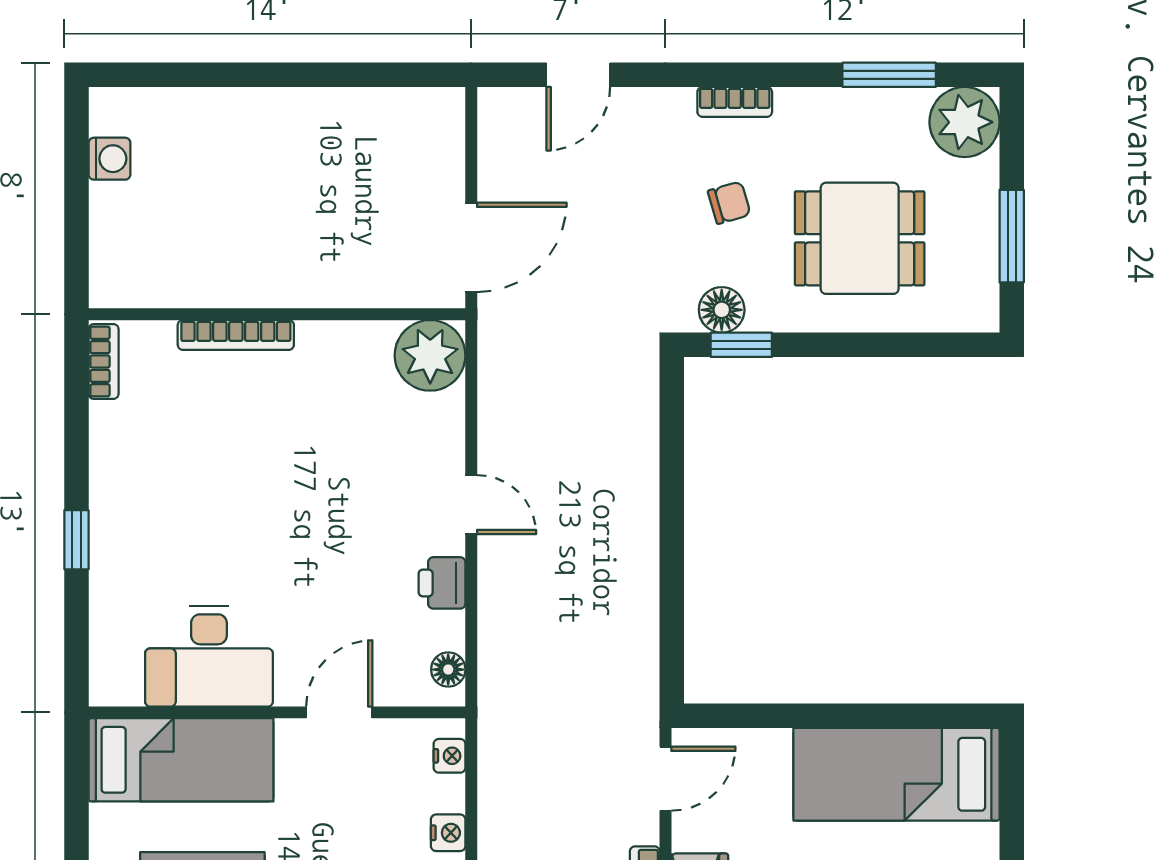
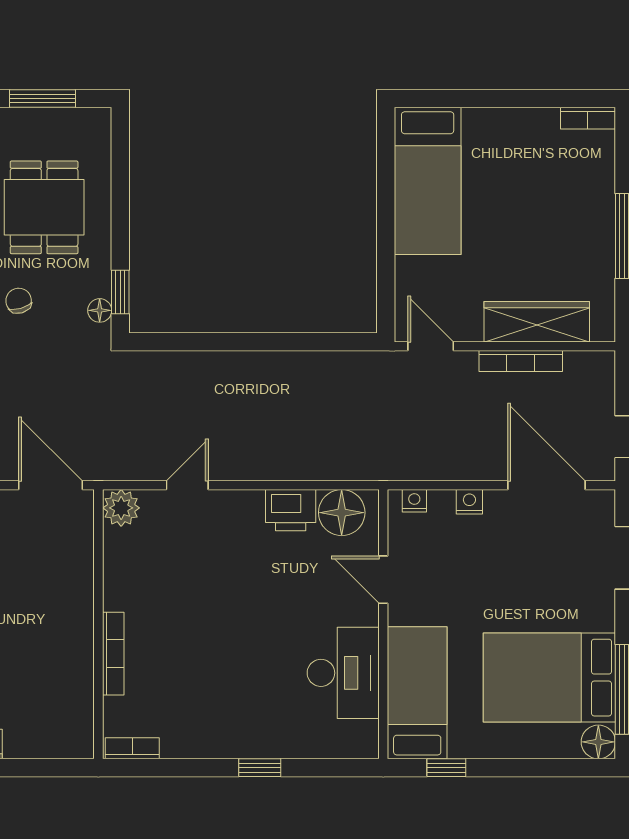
floor lamp: (722, 310) -> (100, 310), width x0.73, depth x0.73
plant: (430, 355) -> (121, 508), width x0.73, depth x0.73
door: (471, 505) -> (187, 485), moved
printer: (442, 583) -> (291, 510), width x1.36, depth x1.24
floor lamp: (448, 670) -> (342, 513), width x1.89, depth x1.89
window: (76, 801) -> (446, 768), added

